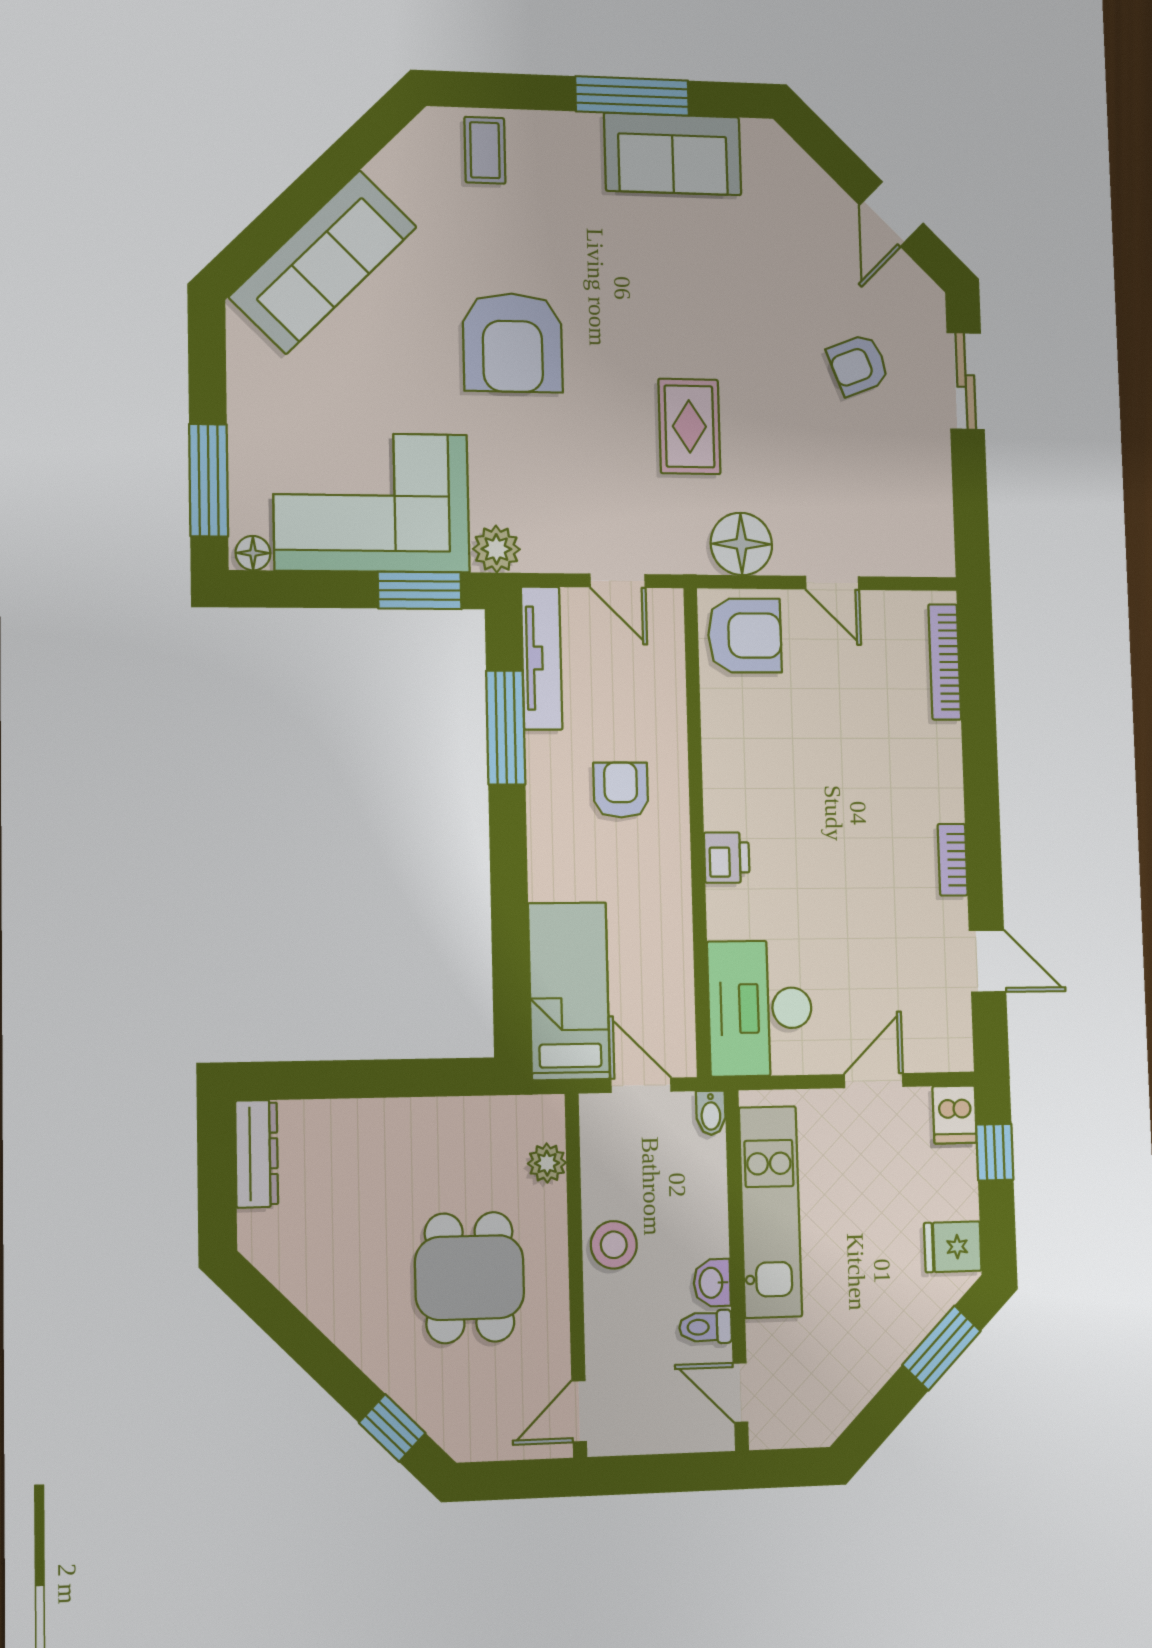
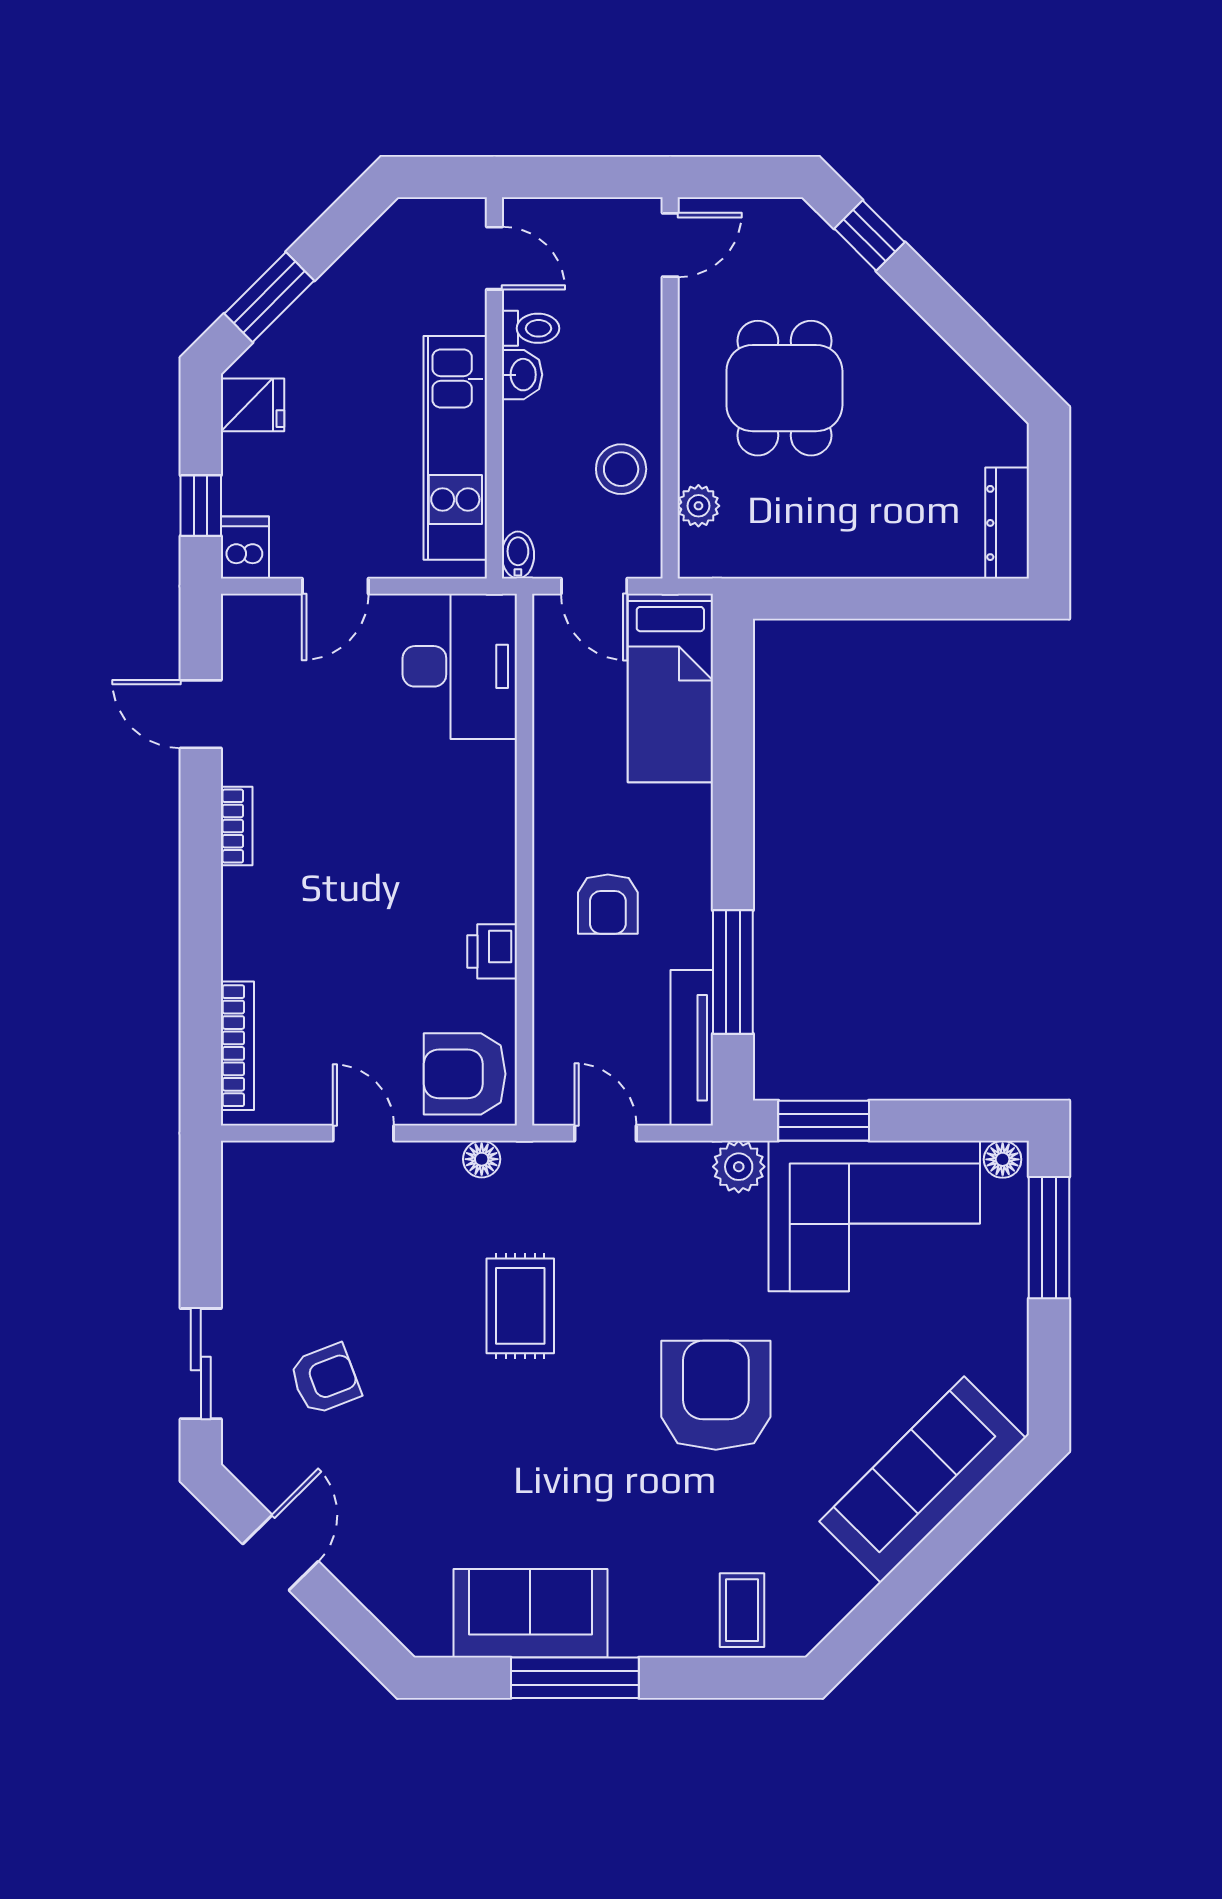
floor lamp: (741, 544) -> (482, 1159), width x0.53, depth x0.53
printer: (727, 858) -> (492, 951), moved
stool: (614, 1245) -> (621, 469), moved

